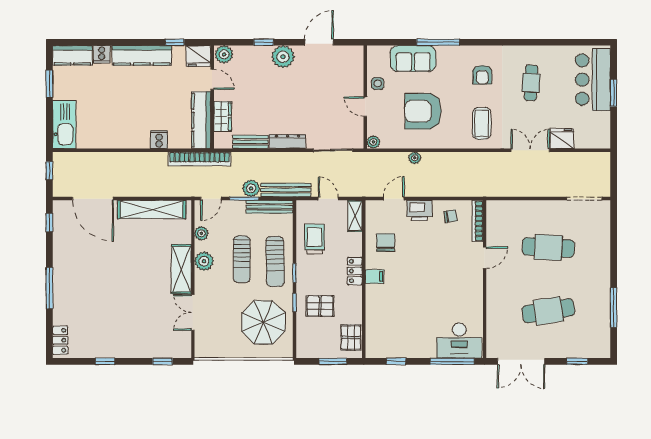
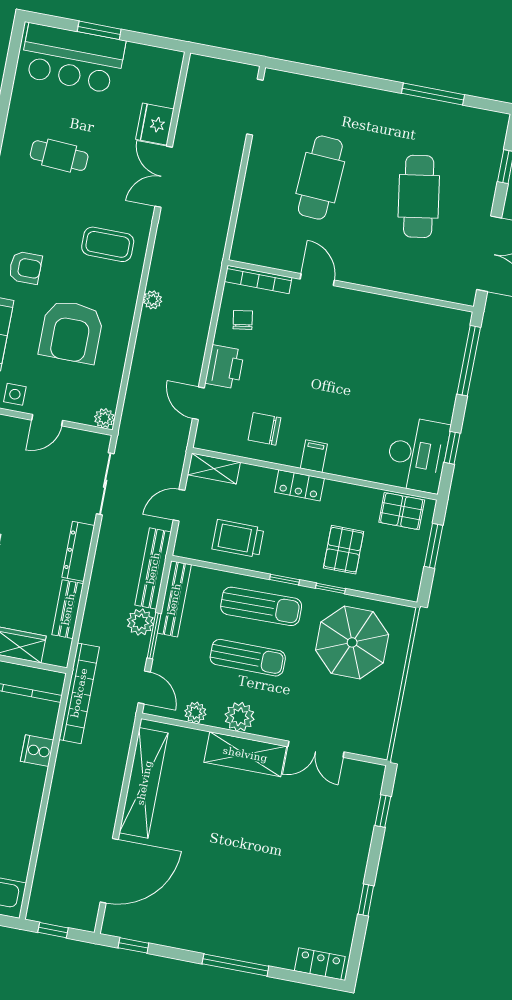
armchair: (482, 75) -> (25, 268), moved
plant: (415, 158) -> (153, 300), moved
desk: (459, 340) -> (417, 455), moved

